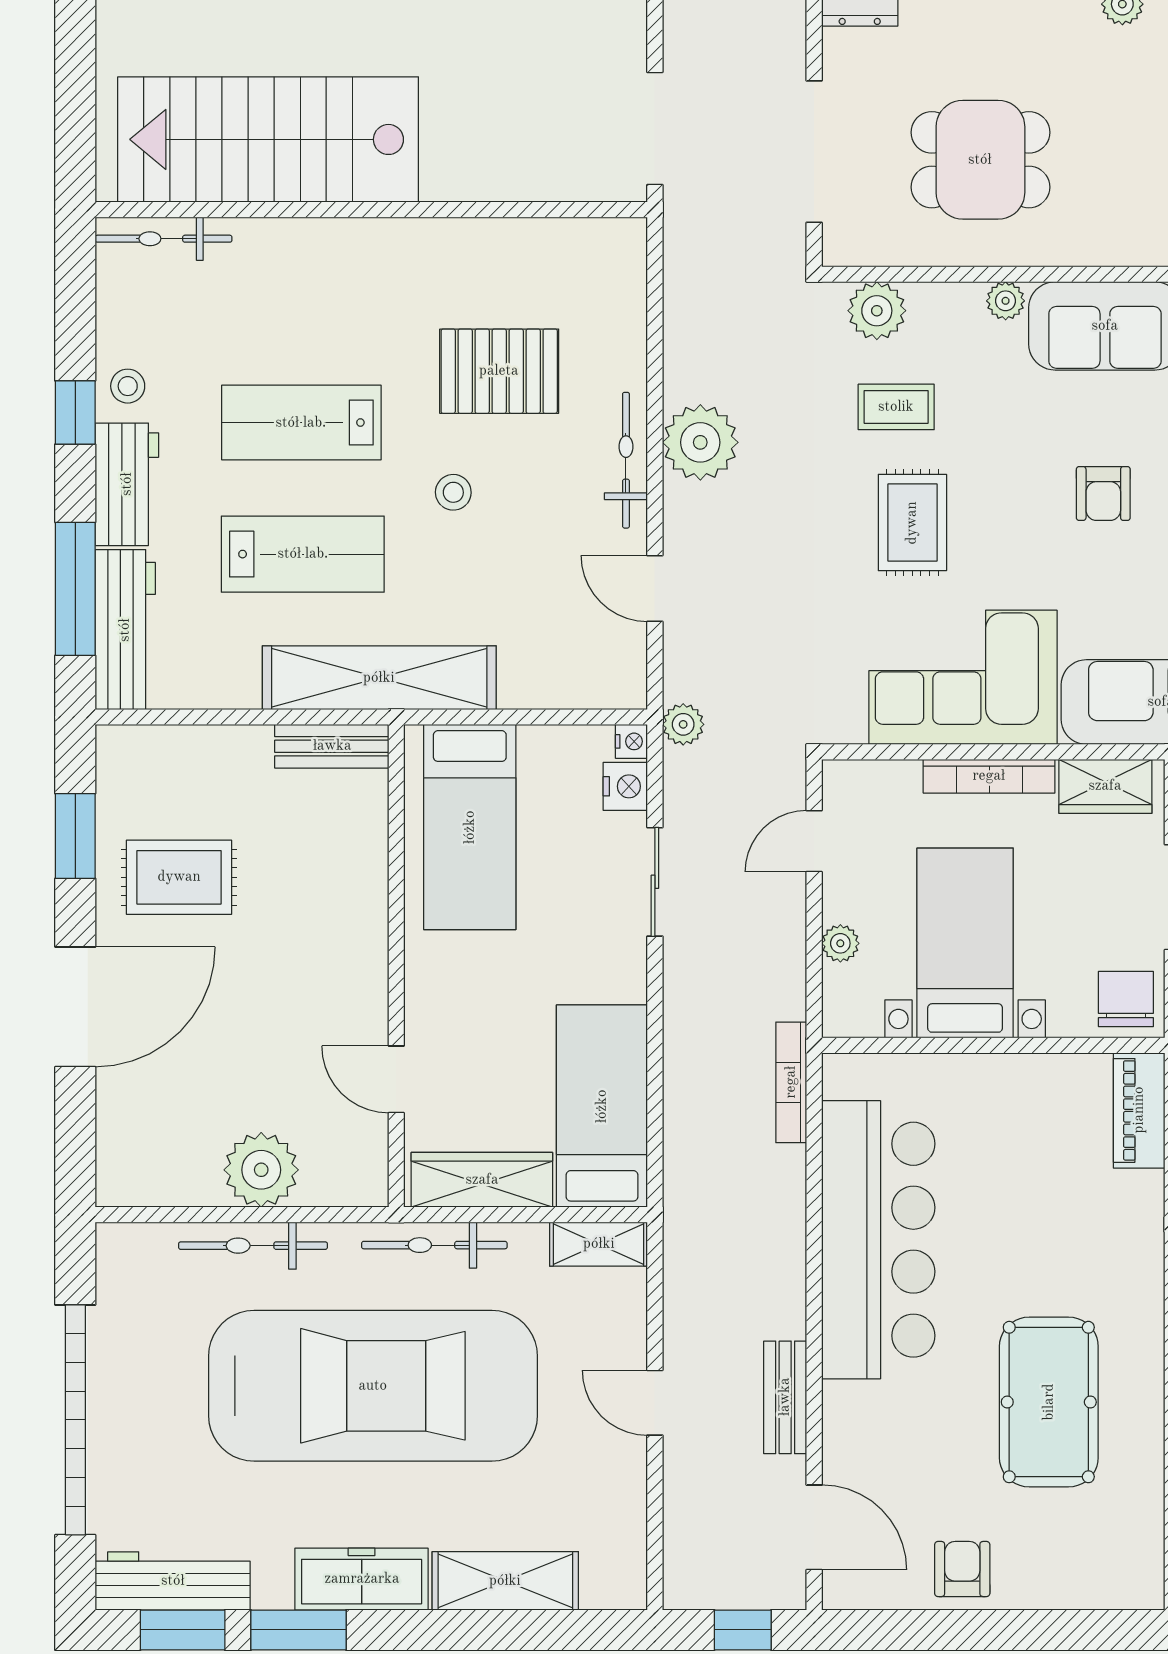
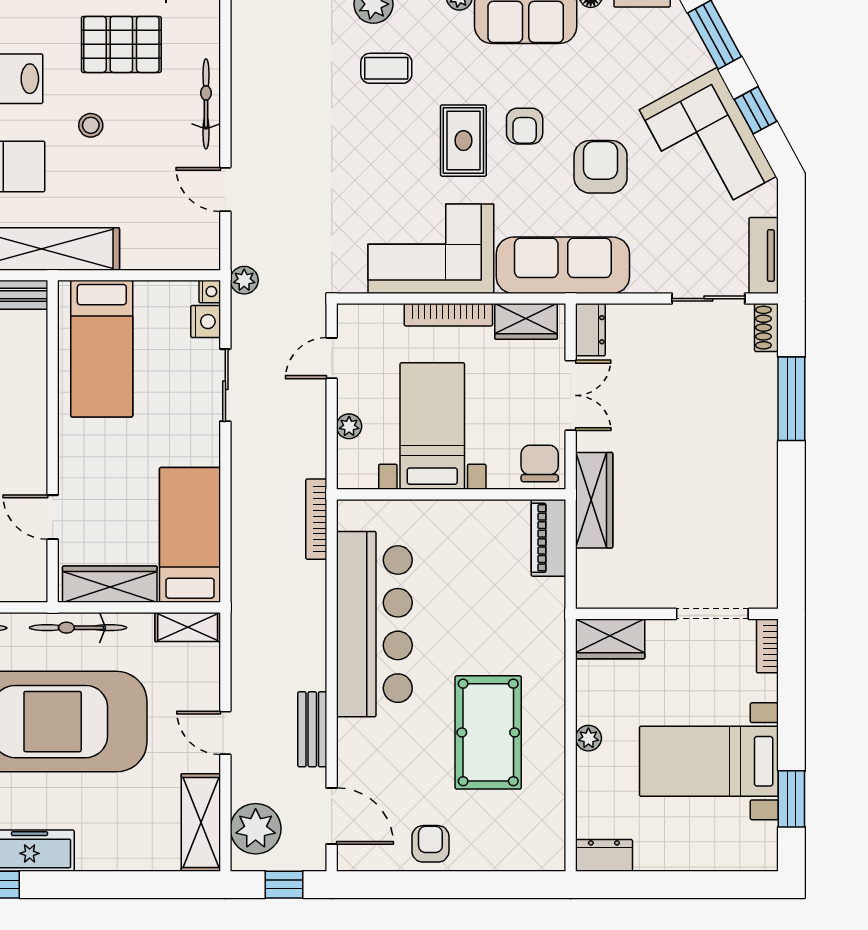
plant: (700, 442) -> (256, 829), moved
rug: (912, 523) -> (463, 141), moved
shelving: (505, 1581) -> (201, 822), moved, turned 90

